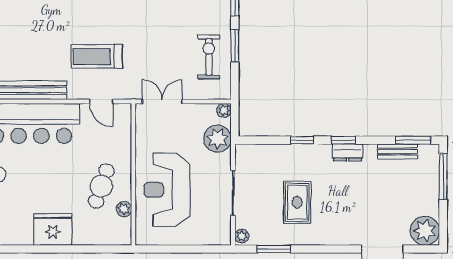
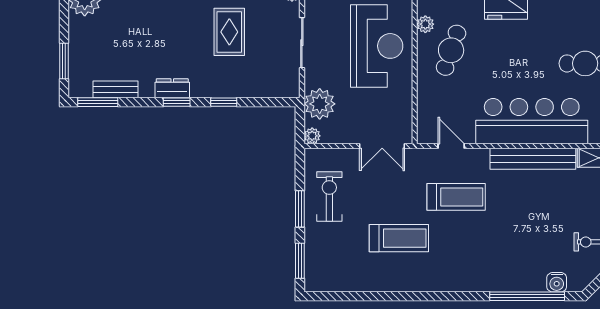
treadmill: (147, 20) -> (399, 238), added
exercise bike: (209, 57) -> (329, 196), turned 180
window: (443, 177) -> (64, 61), width x0.69

